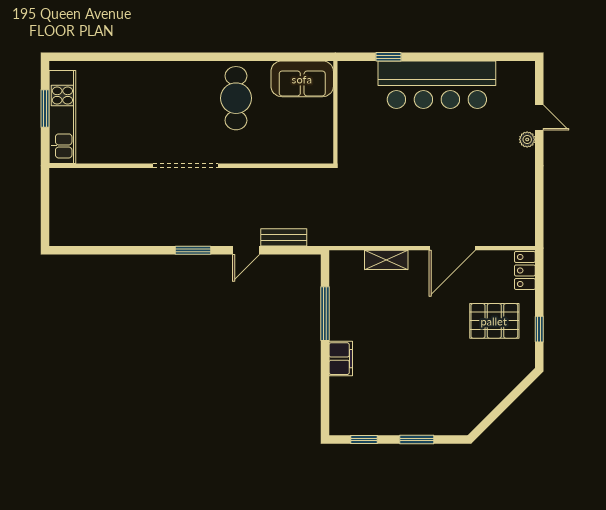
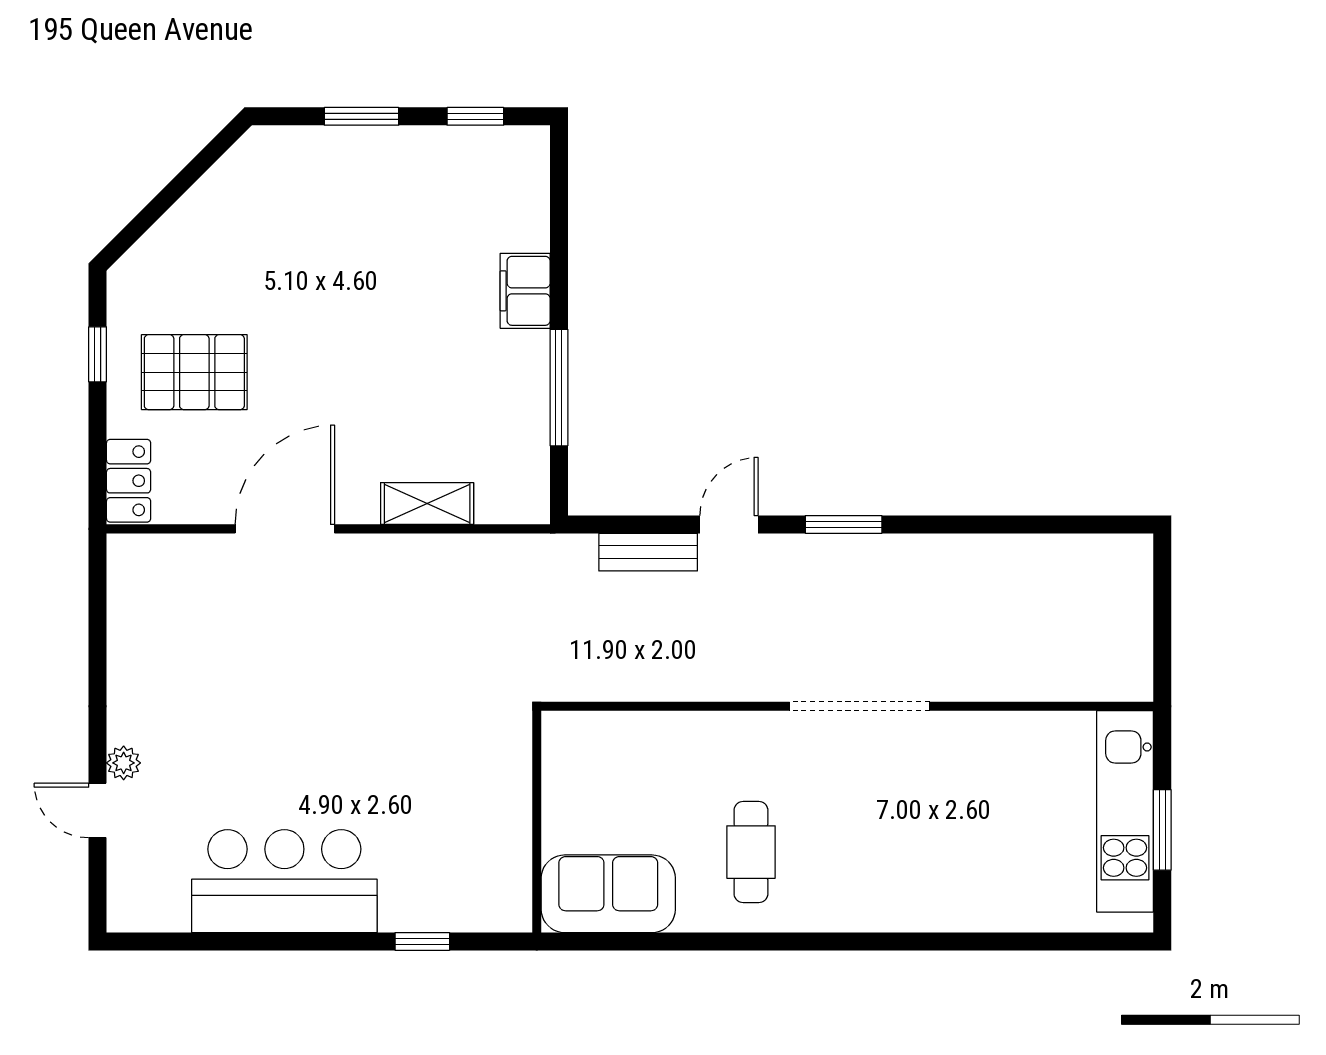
bar counter: (437, 85) -> (284, 881), width x0.73
cafe table: (236, 98) -> (751, 852), width x0.73, depth x0.74

